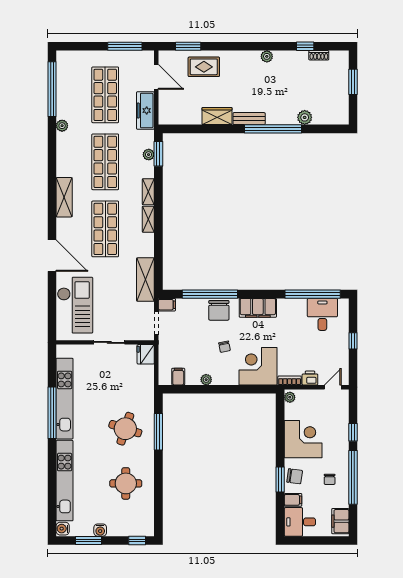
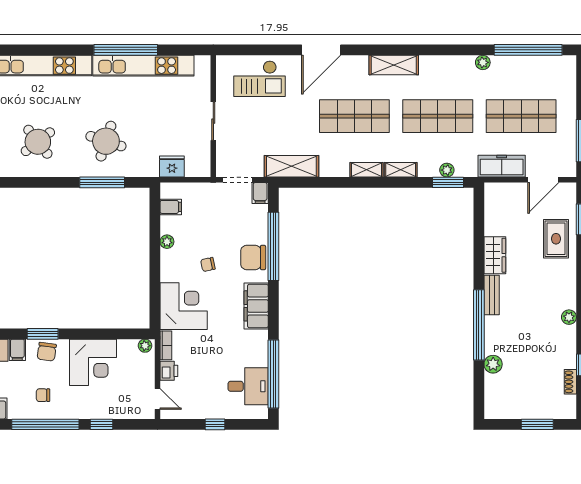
checkout: (75, 305) -> (260, 79), width x0.73, depth x0.83
fridge: (146, 354) -> (172, 167), moved
round table: (126, 483) -> (38, 142), turned -38

